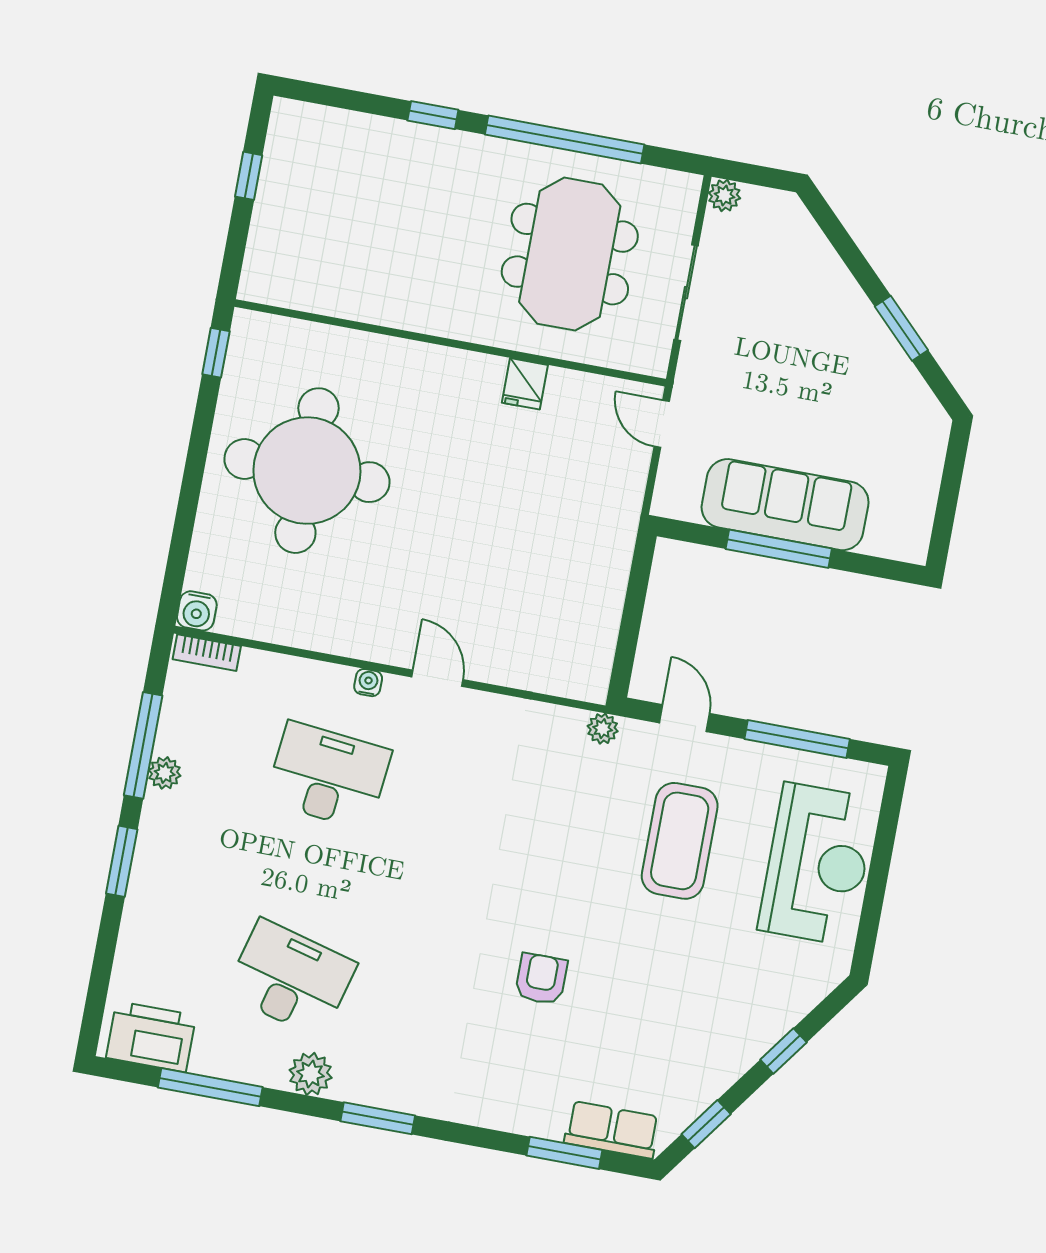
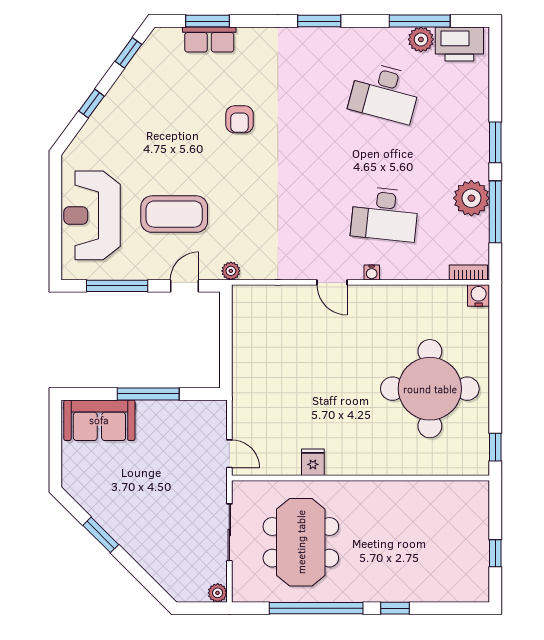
sofa: (785, 505) -> (99, 420), moved, width x0.73
door: (684, 718) -> (185, 286), swing flipped
plant: (165, 773) -> (471, 198), width x1.88, depth x1.88
coffee table: (680, 841) -> (174, 214), turned 90
plant: (311, 1074) -> (421, 39), moved
row of seats: (612, 1130) -> (209, 39), moved

